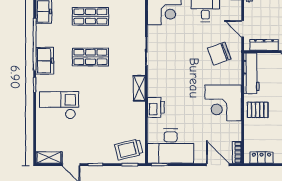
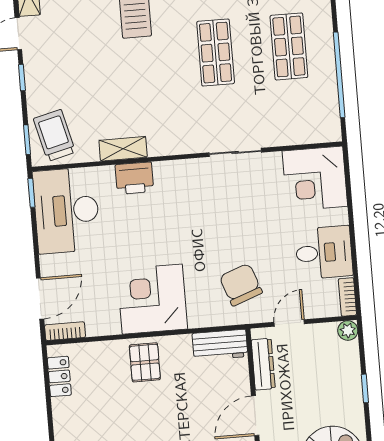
workbench: (251, 73) -> (220, 345), width x0.73
shelving: (139, 88) -> (123, 149), moved

